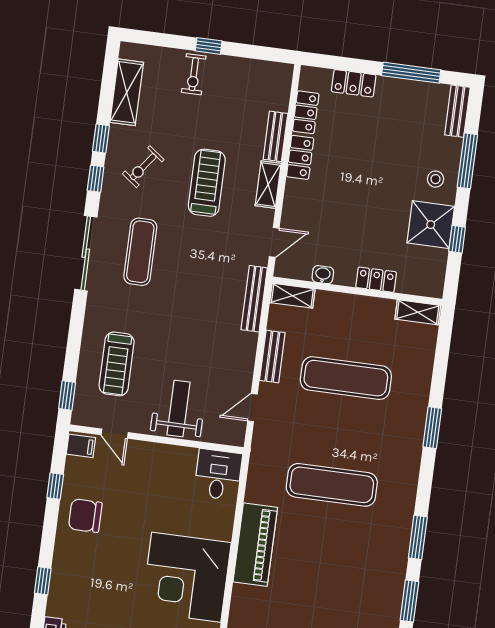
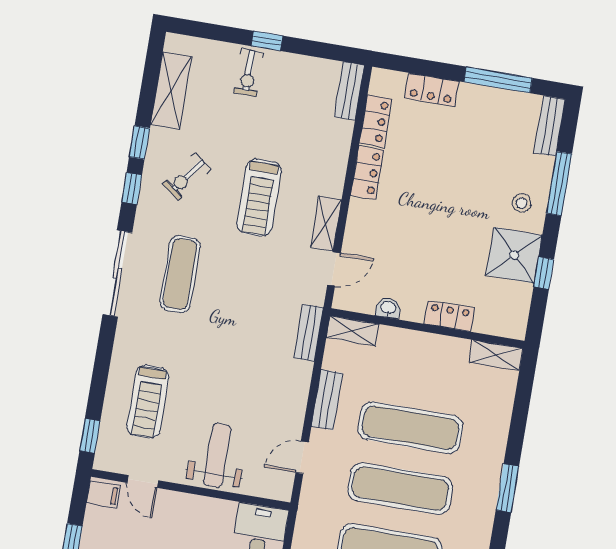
bench: (275, 136) -> (349, 91), moved
treadmill: (207, 183) -> (259, 198), turned 180
shelving: (268, 185) -> (326, 224), moved
bench: (254, 299) -> (309, 333), width x0.73
exercise mat: (339, 431) -> (400, 489), added

